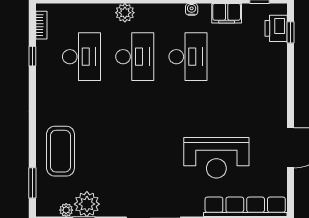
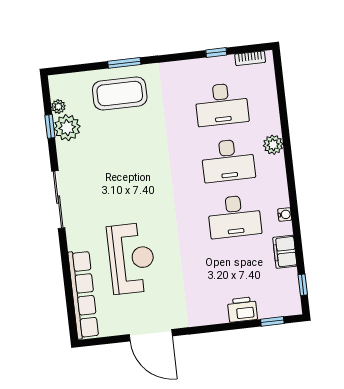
printer: (276, 28) -> (242, 309), moved
reception desk: (216, 158) -> (131, 258), turned 180
window: (32, 183) -> (124, 63), moved

